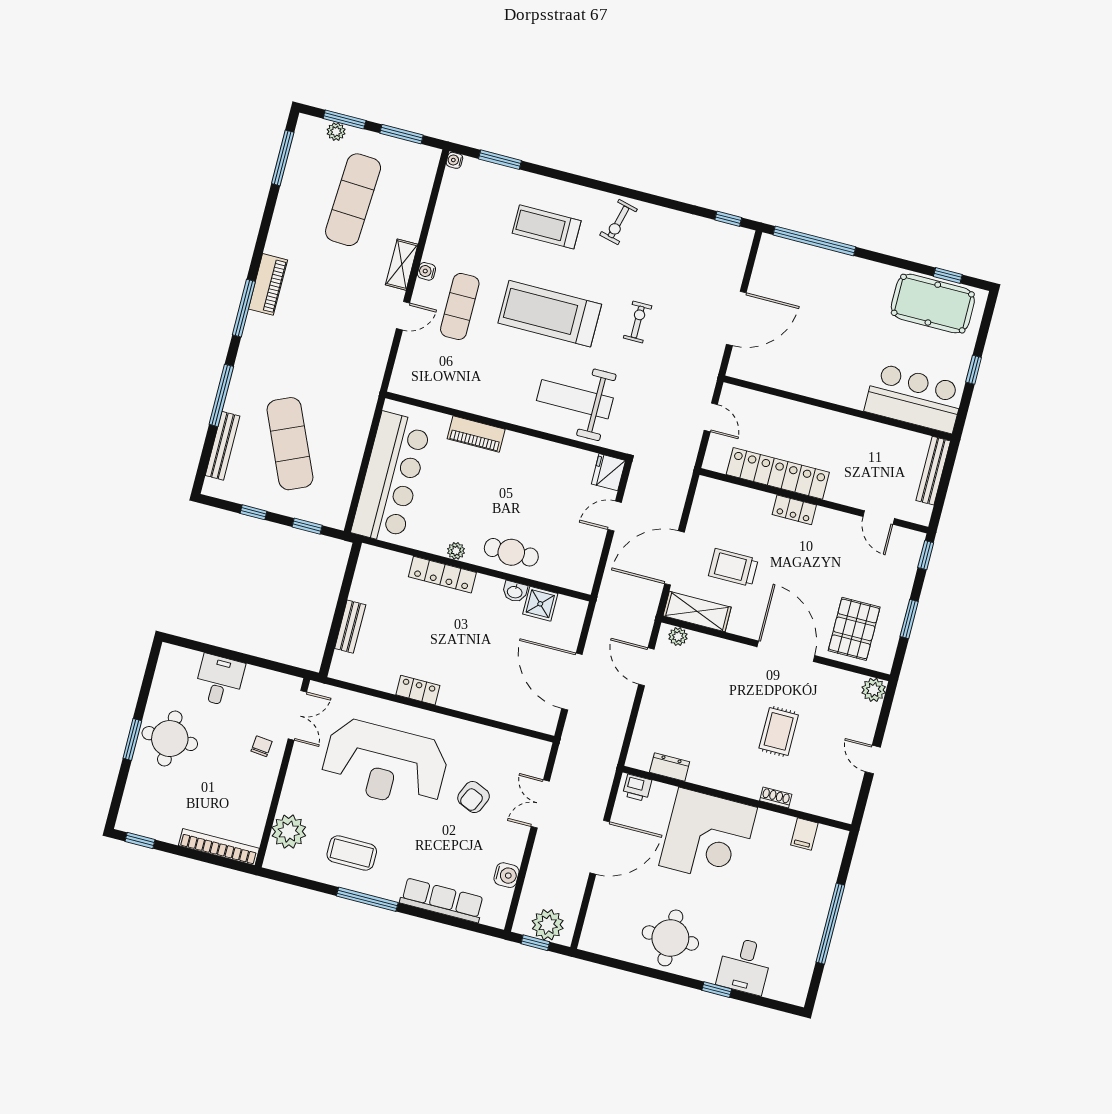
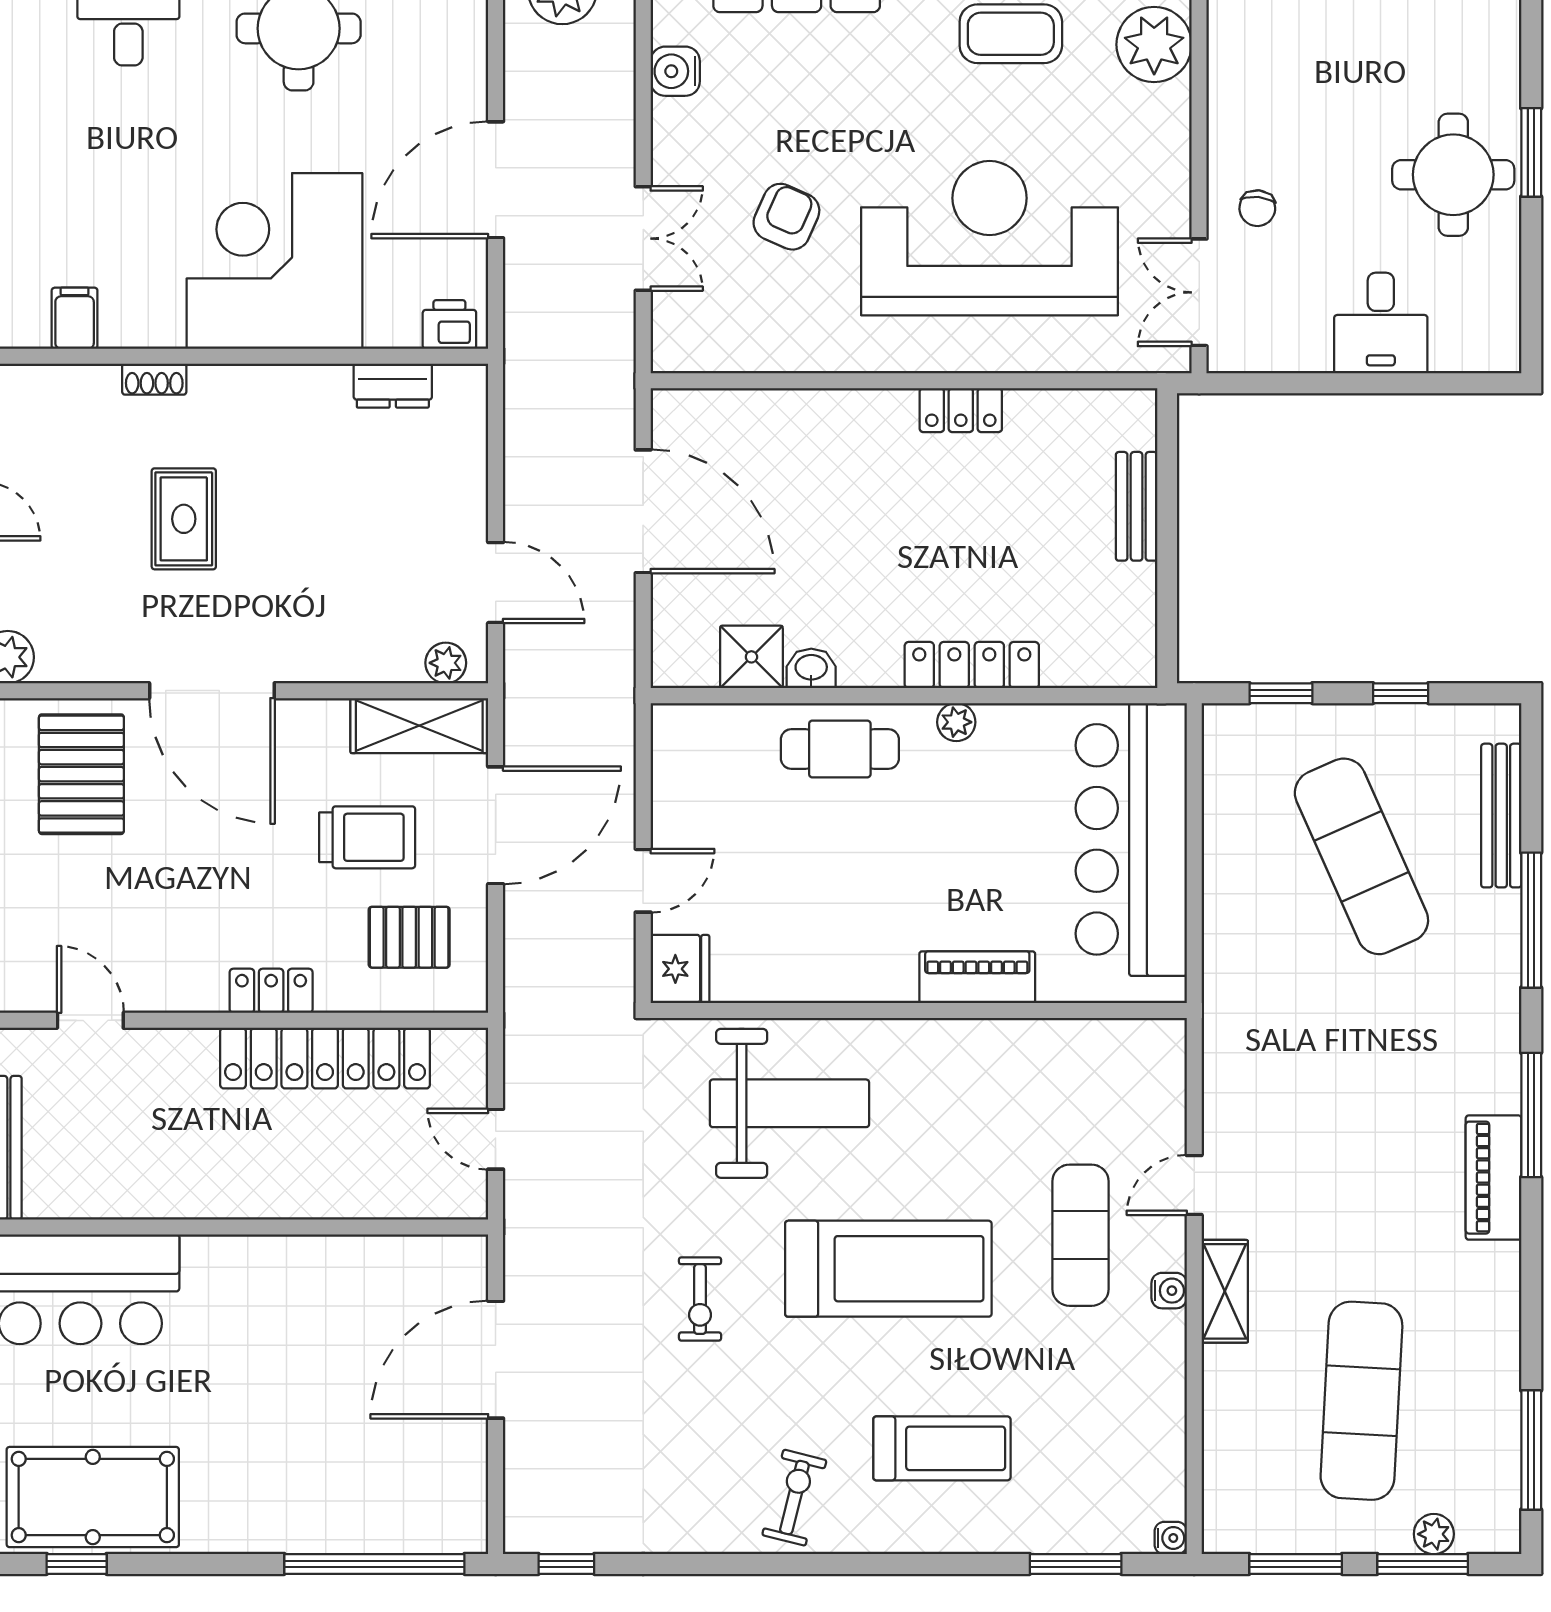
pallet: (726, 518) -> (409, 937), added

